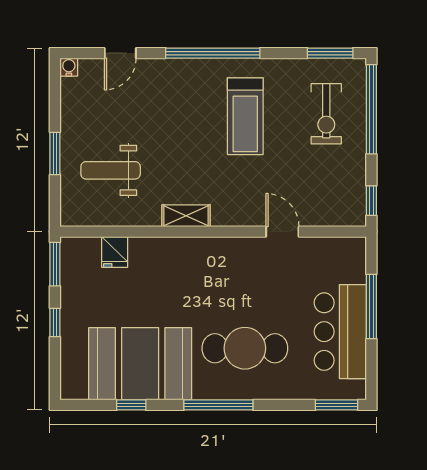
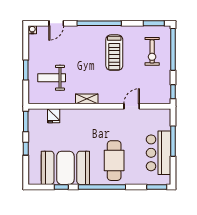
door: (282, 232) -> (132, 106), hinge flipped
cafe table: (245, 348) -> (114, 161), turned 90
window: (218, 405) -> (102, 187), width x1.46

